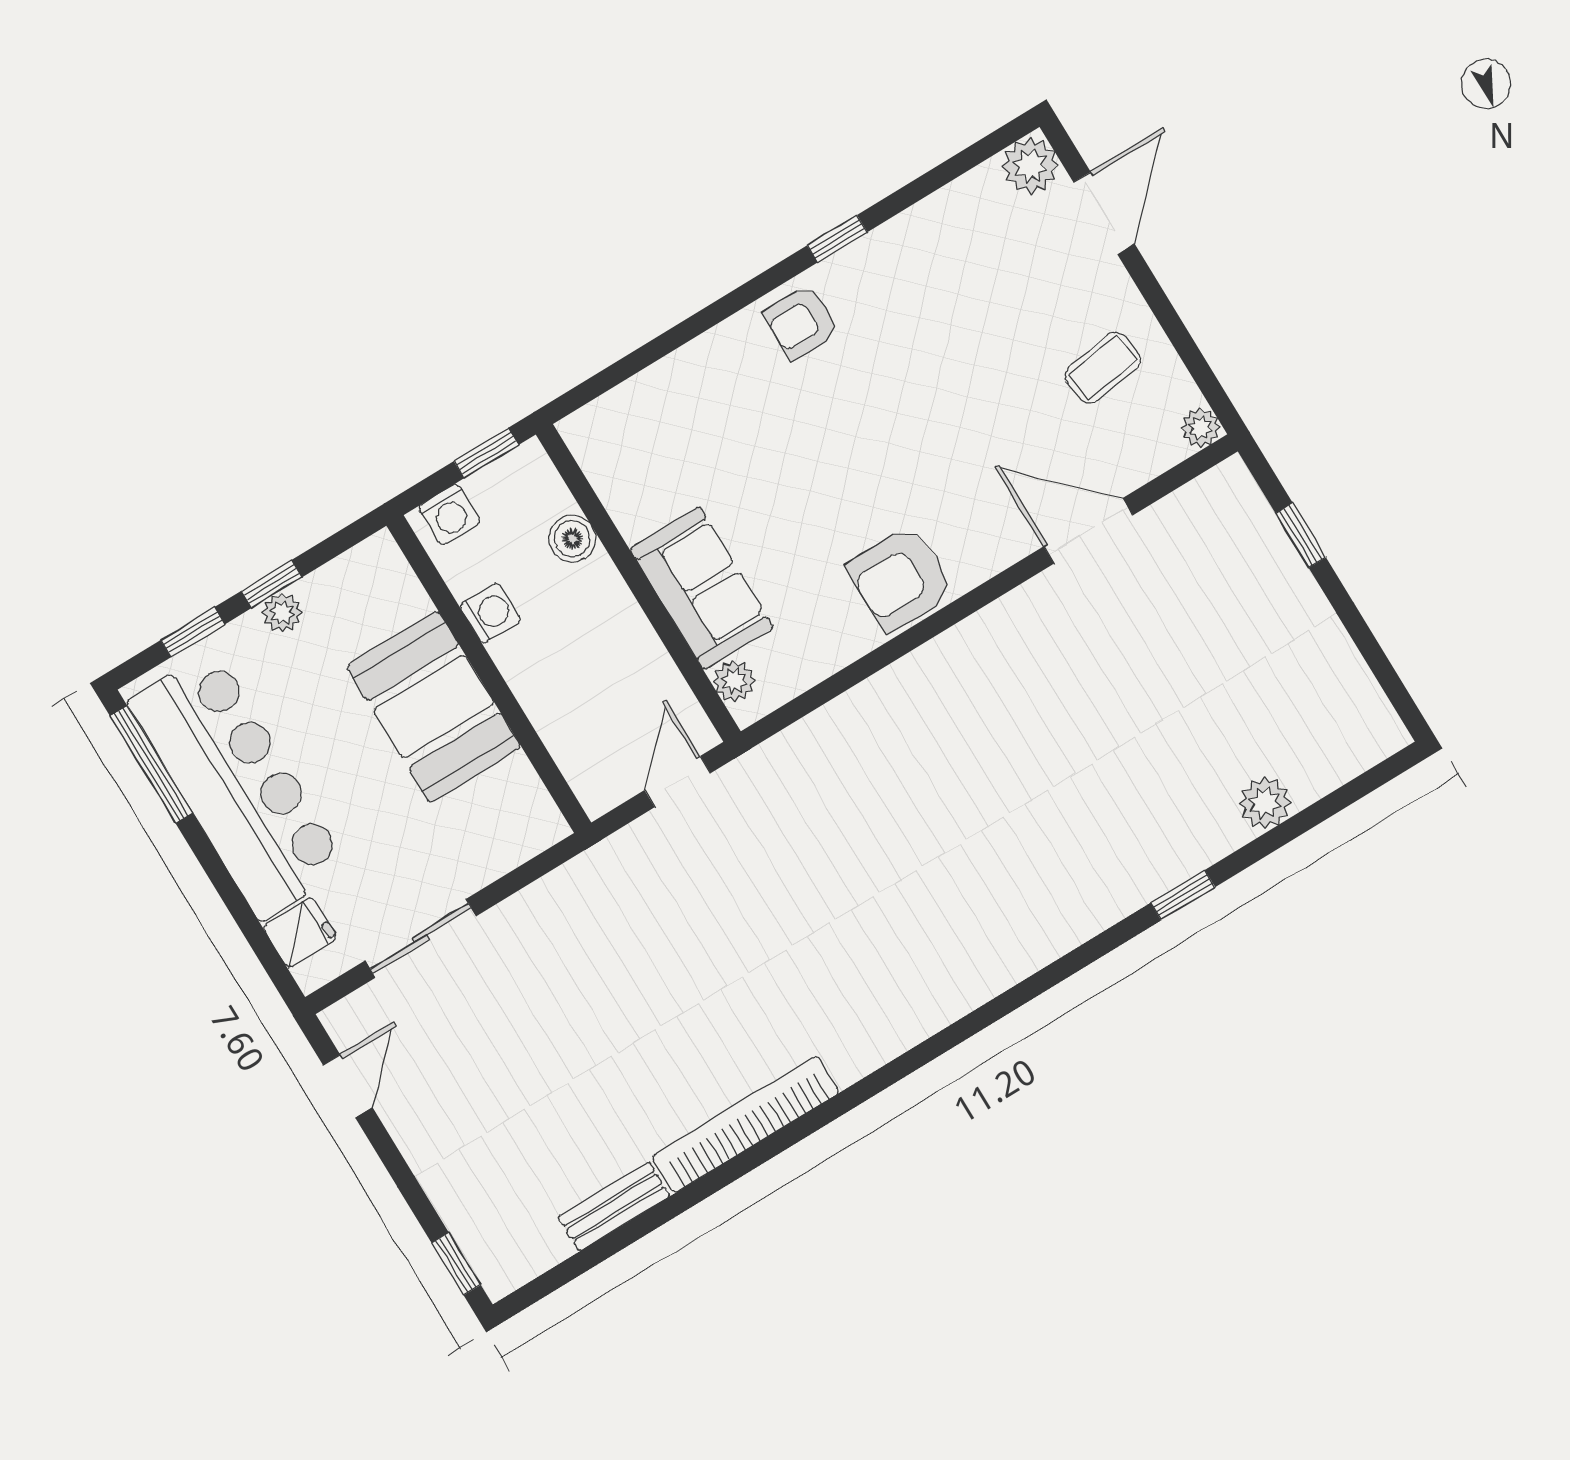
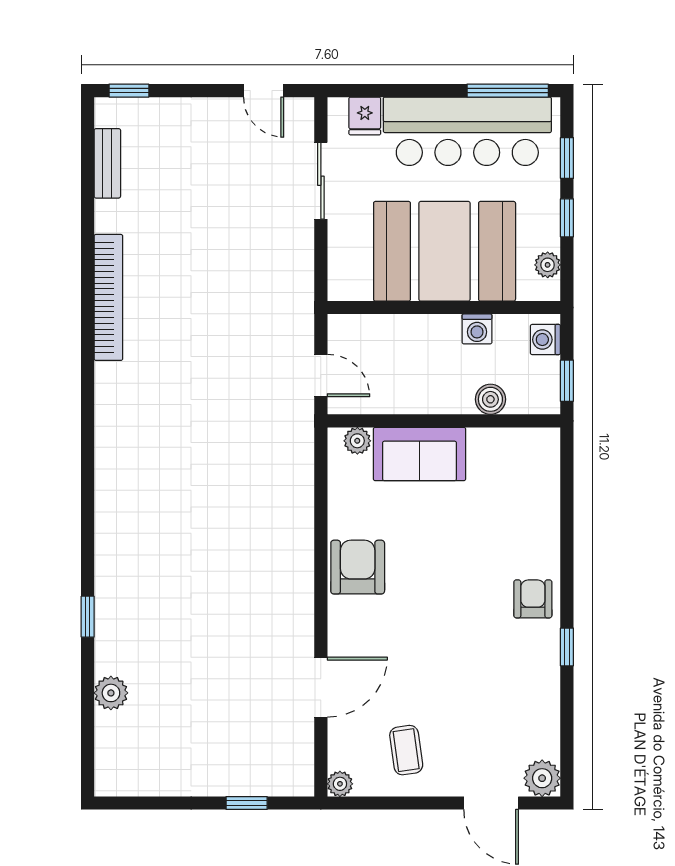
plant: (282, 613) -> (548, 265), moved
booth: (434, 707) -> (445, 251), width x1.36, depth x1.42
bench: (614, 1207) -> (107, 163), moved

